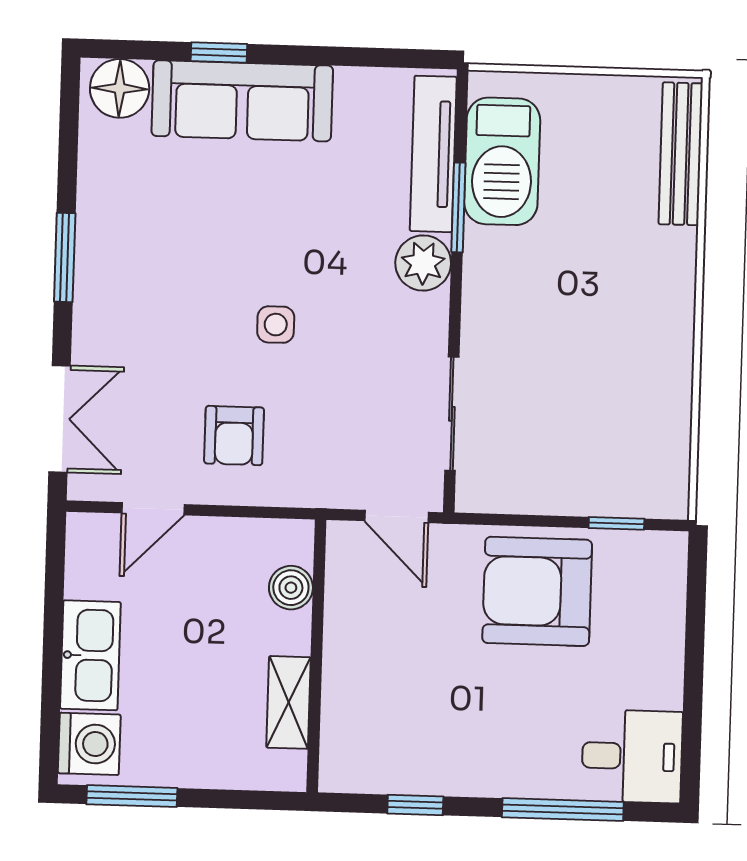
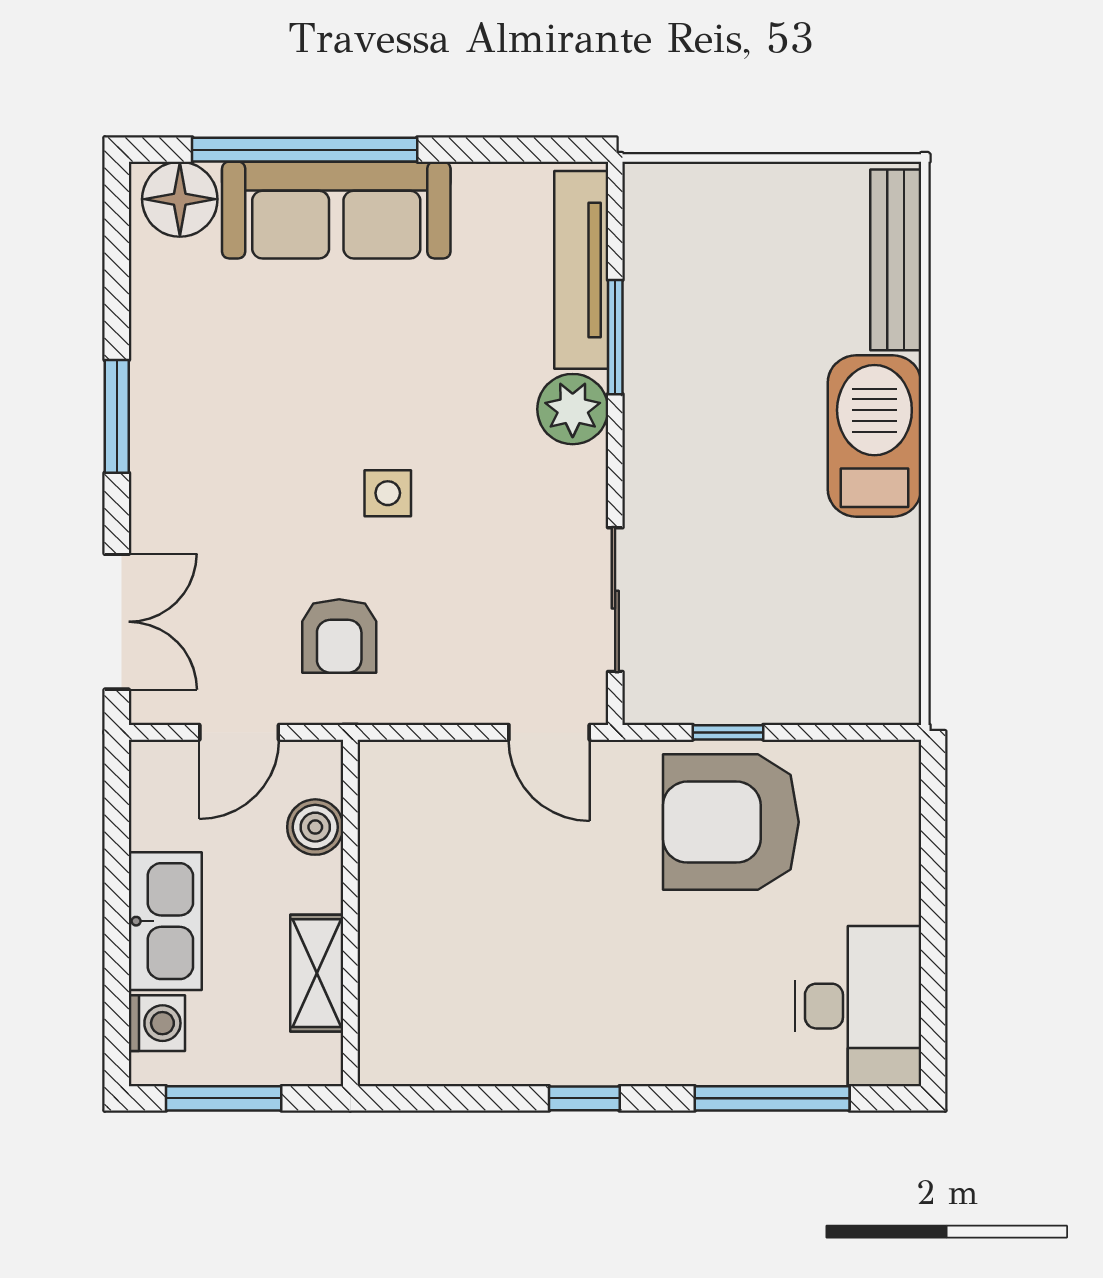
window: (219, 52) -> (305, 150), width x3.17
barbecue: (502, 161) -> (874, 436), moved, turned 180
window: (616, 523) -> (728, 732), moved
boiler: (291, 588) -> (315, 827), moved
wall: (316, 656) -> (350, 913), moved
shelving: (289, 702) -> (317, 973), moved
washing machine: (89, 744) -> (157, 1023), width x0.73, depth x0.73
desk: (632, 756) -> (858, 1006), width x1.37

